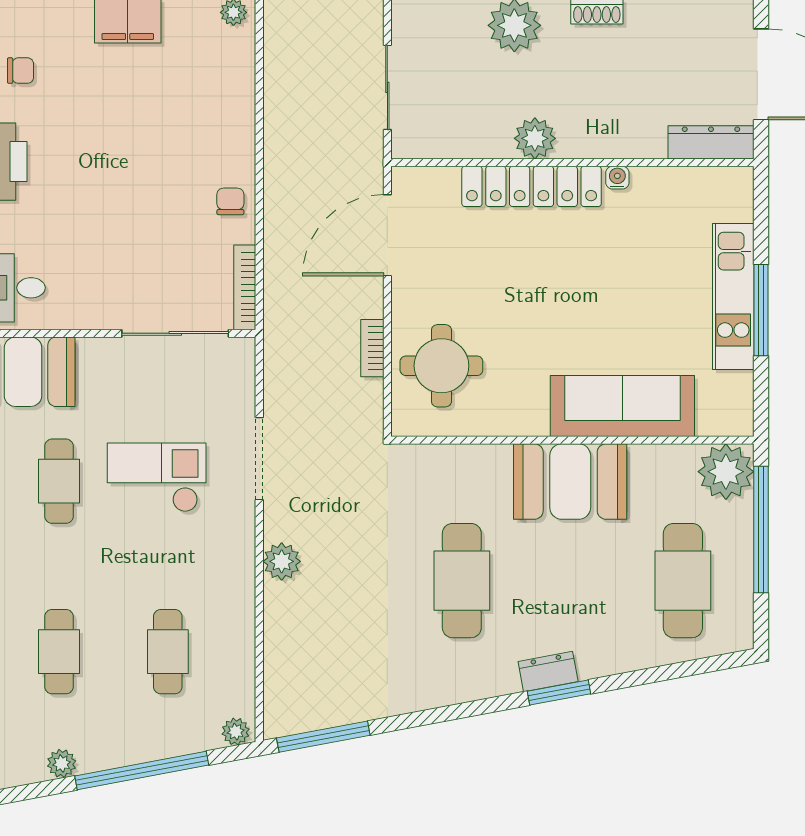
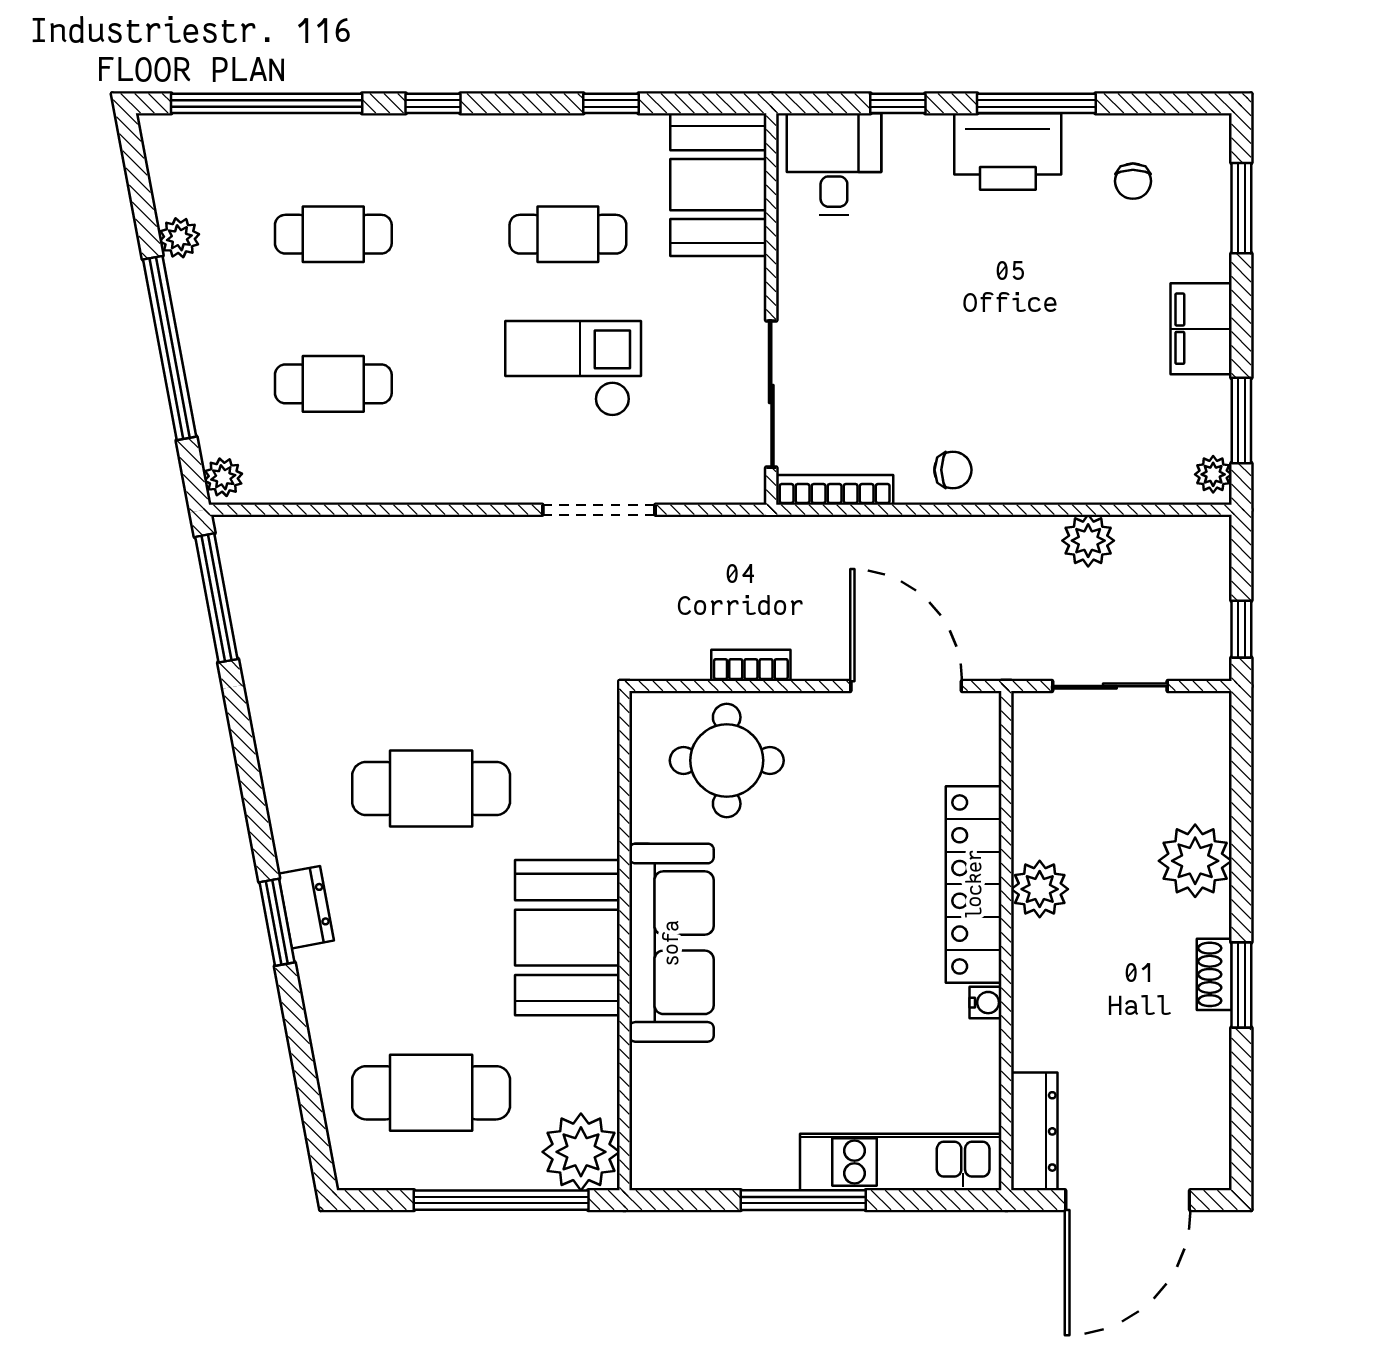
kitchen unit: (733, 296) -> (901, 1162), moved
sofa: (622, 406) -> (671, 943), moved
checkout: (157, 477) -> (573, 368), turned -90
plant: (282, 561) -> (1088, 541), moved

